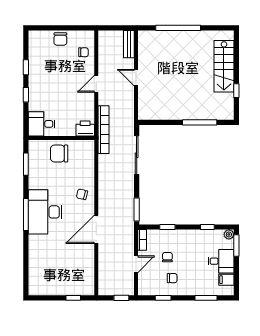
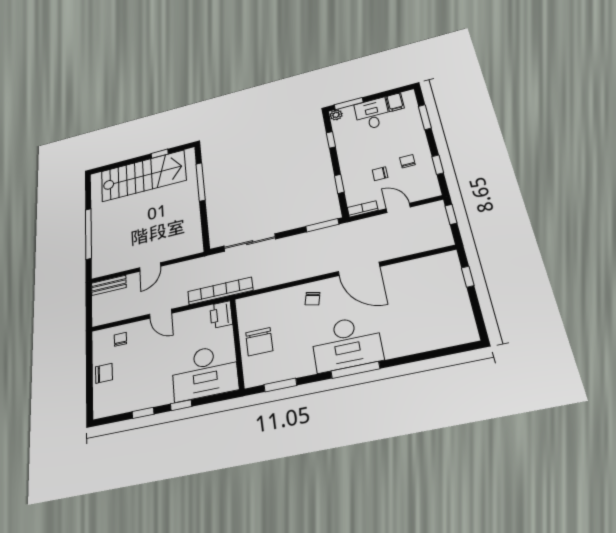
stairs: (224, 66) -> (143, 176), width x1.36, depth x1.51
desk: (42, 124) -> (205, 372), width x1.87, depth x1.30

